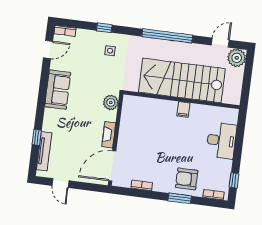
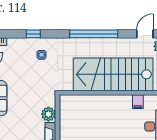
plant: (111, 102) -> (48, 114), moved
filing cabinet: (183, 109) -> (138, 102), moved

